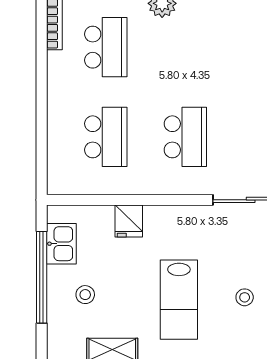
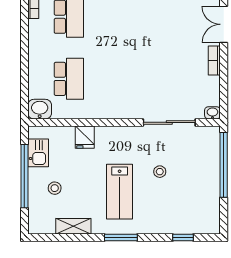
school desk: (185, 137) -> (124, 79), removed
washbasin: (63, 181) -> (40, 109), added
stool: (245, 297) -> (160, 172), moved

